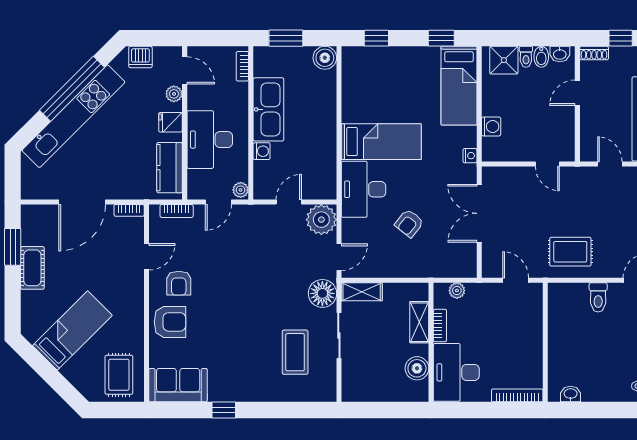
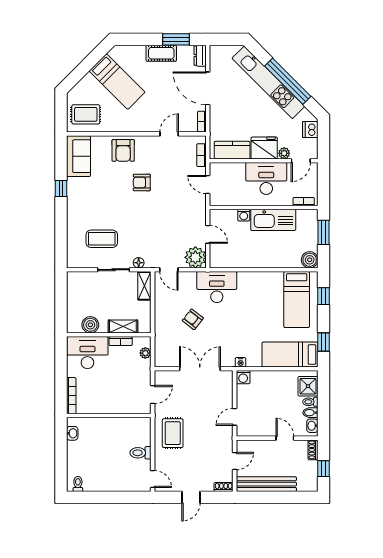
fridge: (170, 122) -> (264, 148), width x1.88, depth x1.34
washing machine: (491, 127) -> (243, 377), moved
desk: (210, 140) -> (266, 179), moved
bed: (381, 142) -> (297, 300), moved
plant: (241, 190) -> (216, 200), removed
dresser: (36, 213) -> (200, 56), added
door: (147, 257) -> (169, 134), swing flipped
armchair: (179, 283) -> (142, 182), moved
floor lamp: (322, 293) -> (139, 263), width x0.53, depth x0.53

